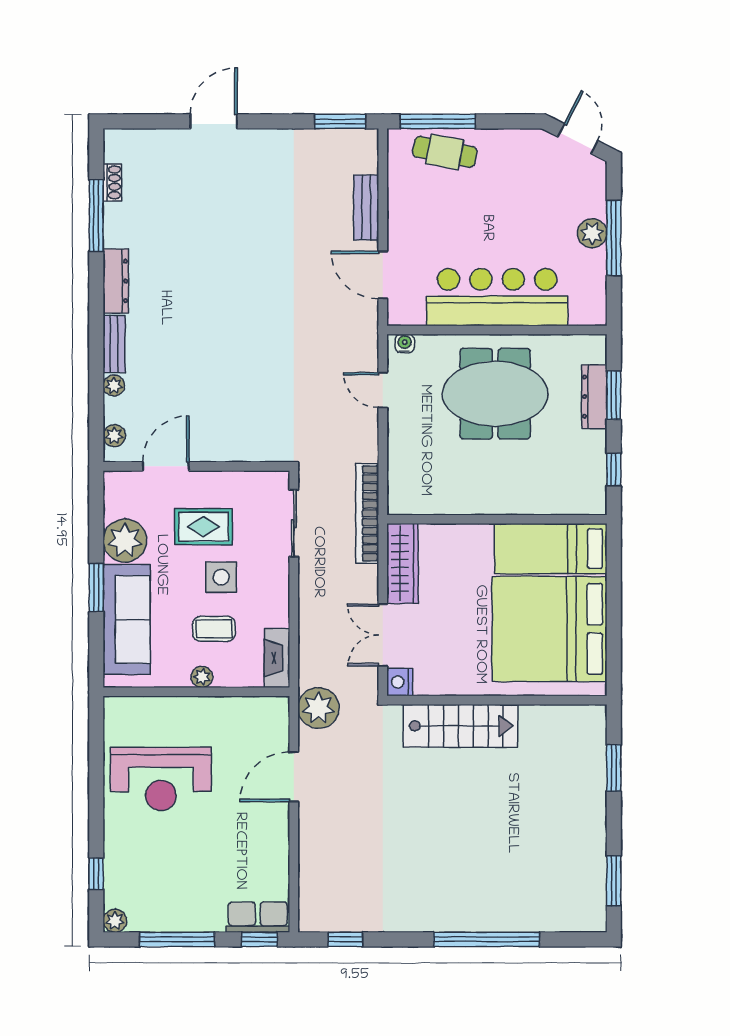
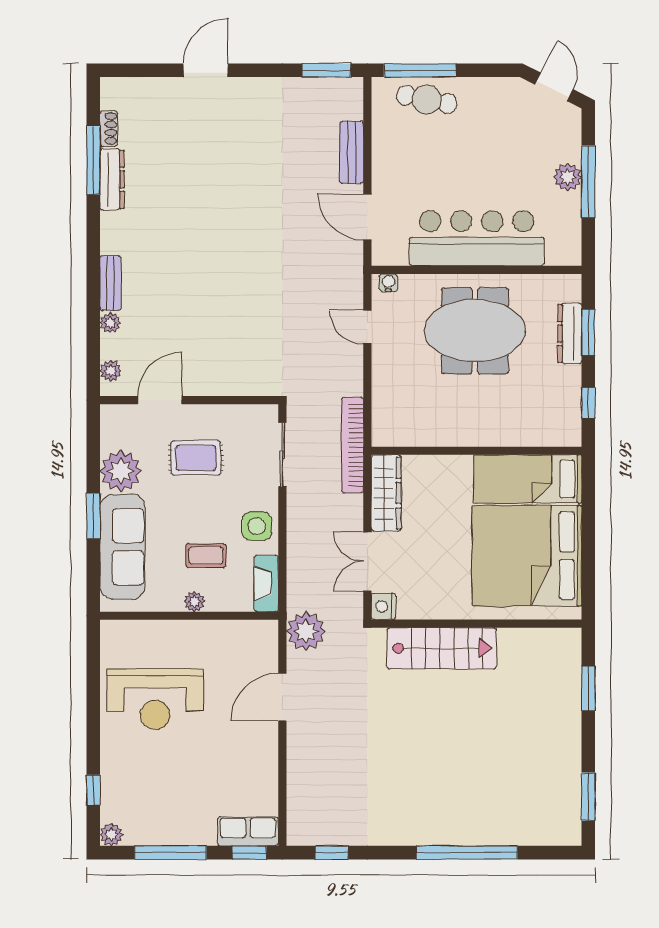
dresser: (116, 281) -> (112, 179), moved
side table: (221, 577) -> (257, 526), moved

